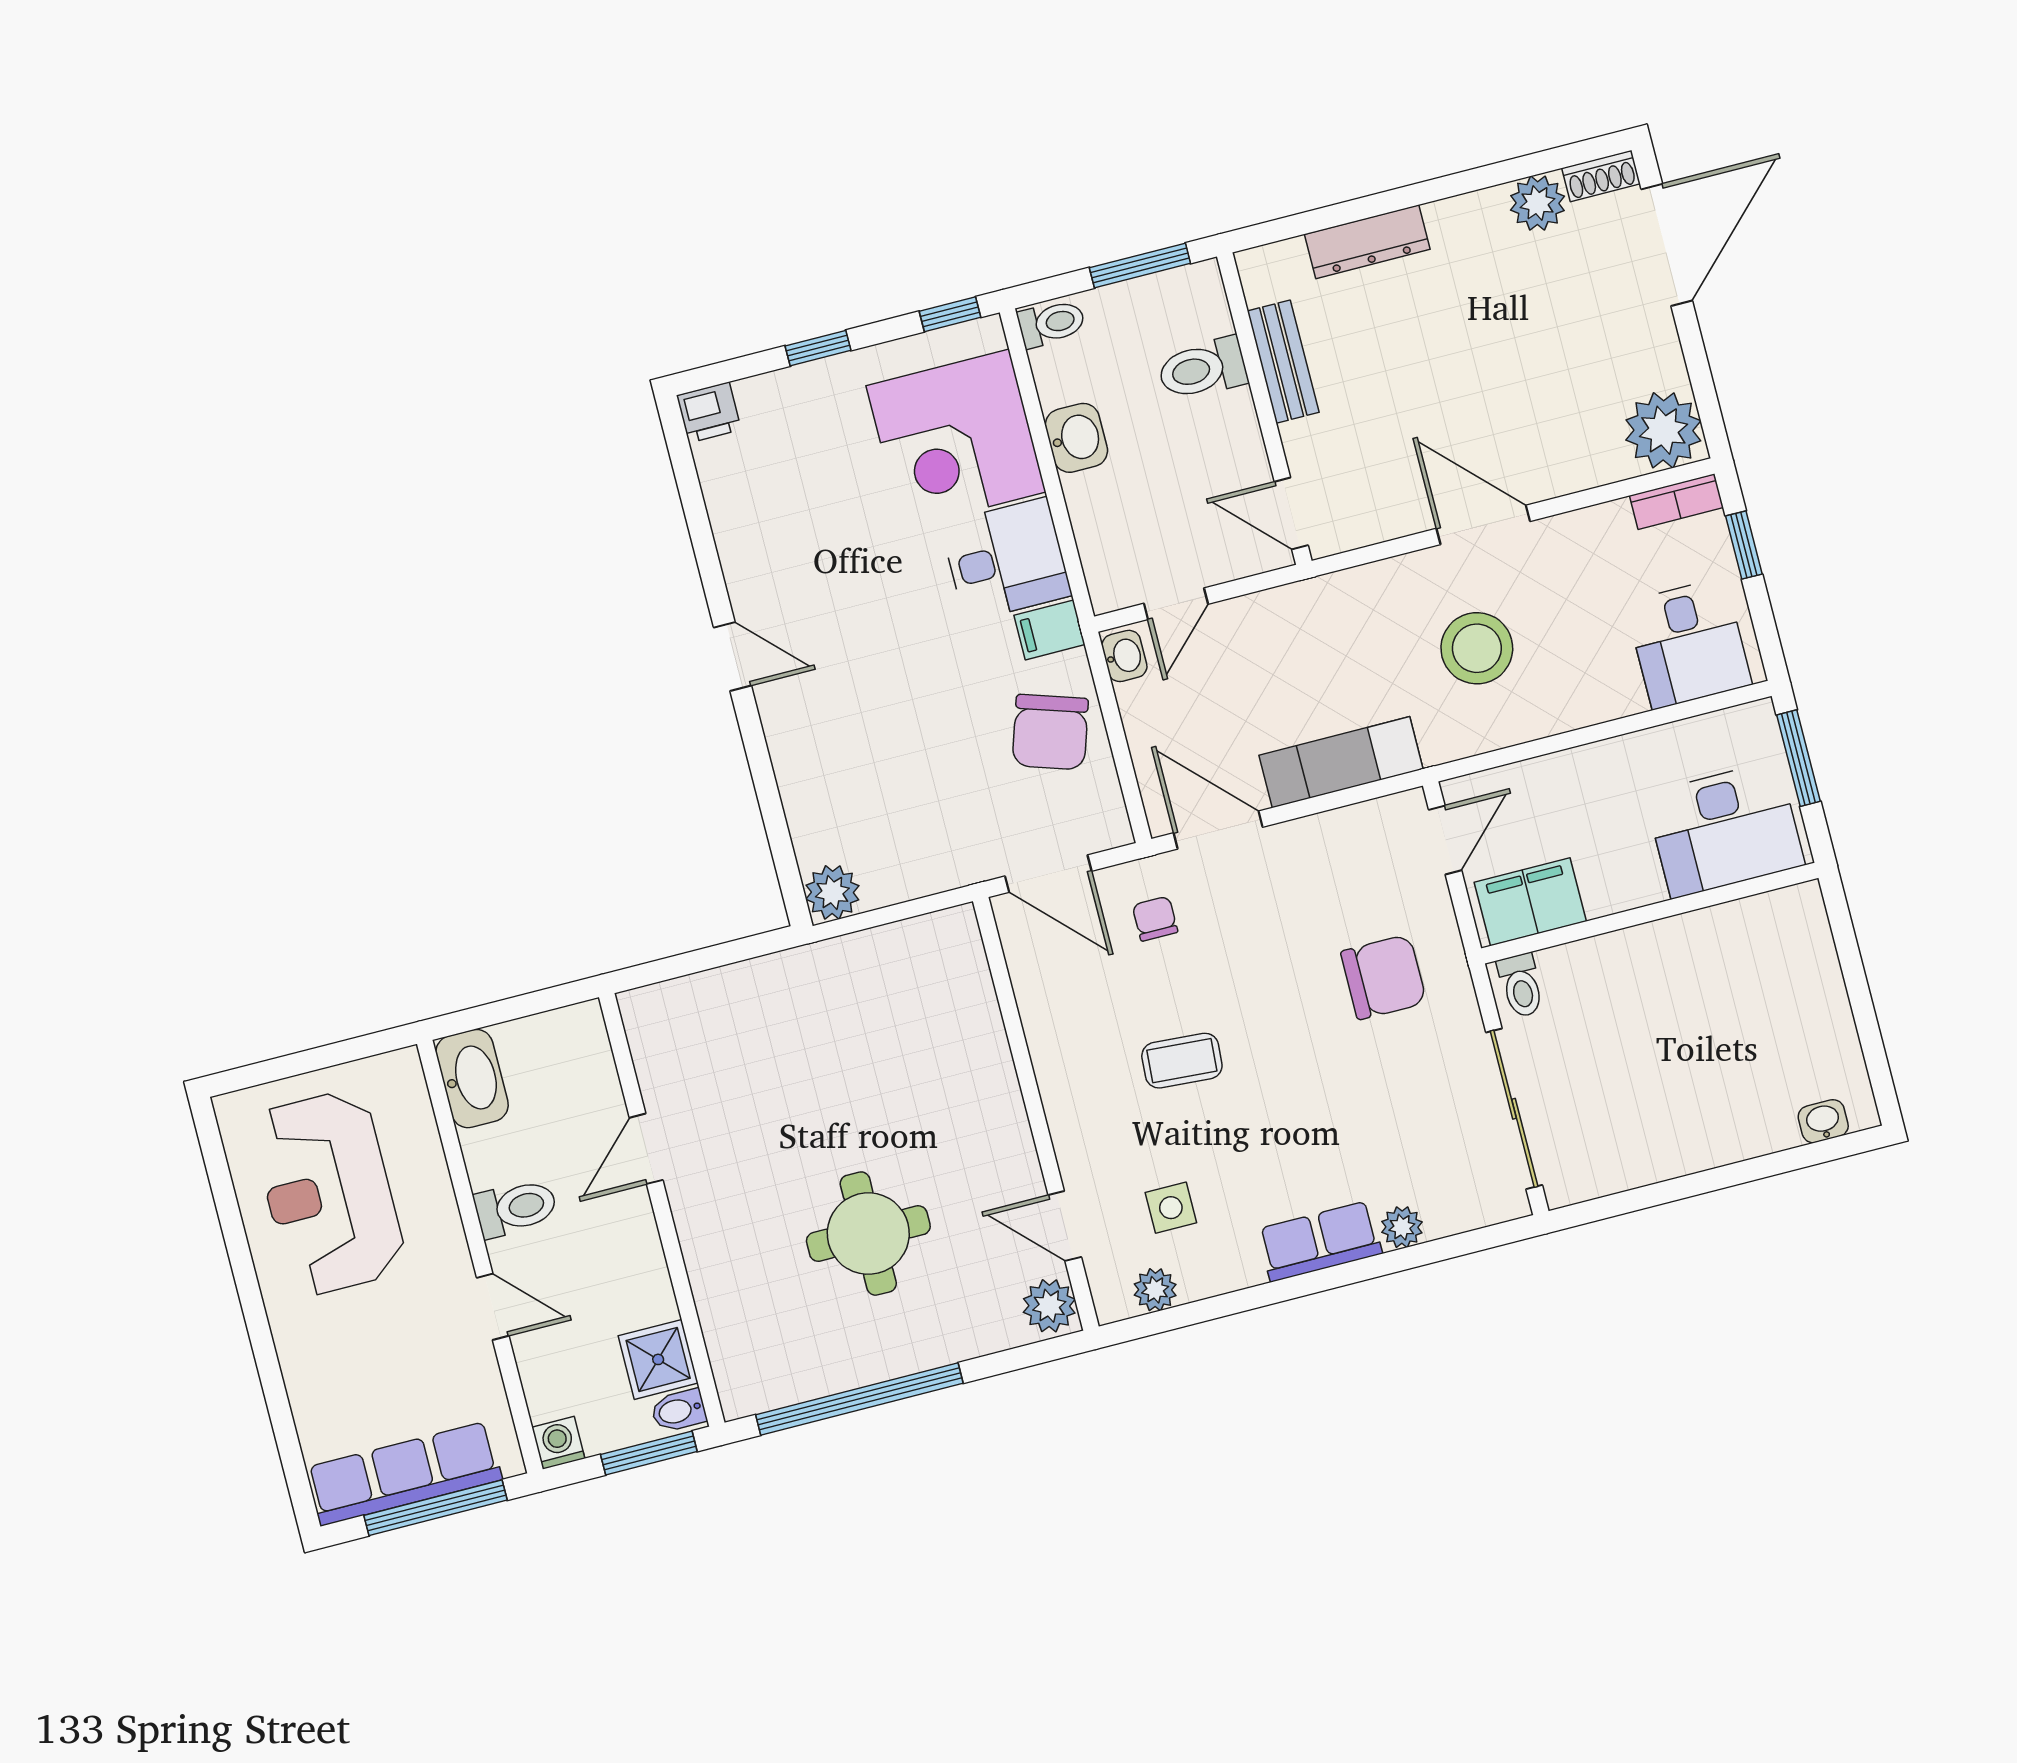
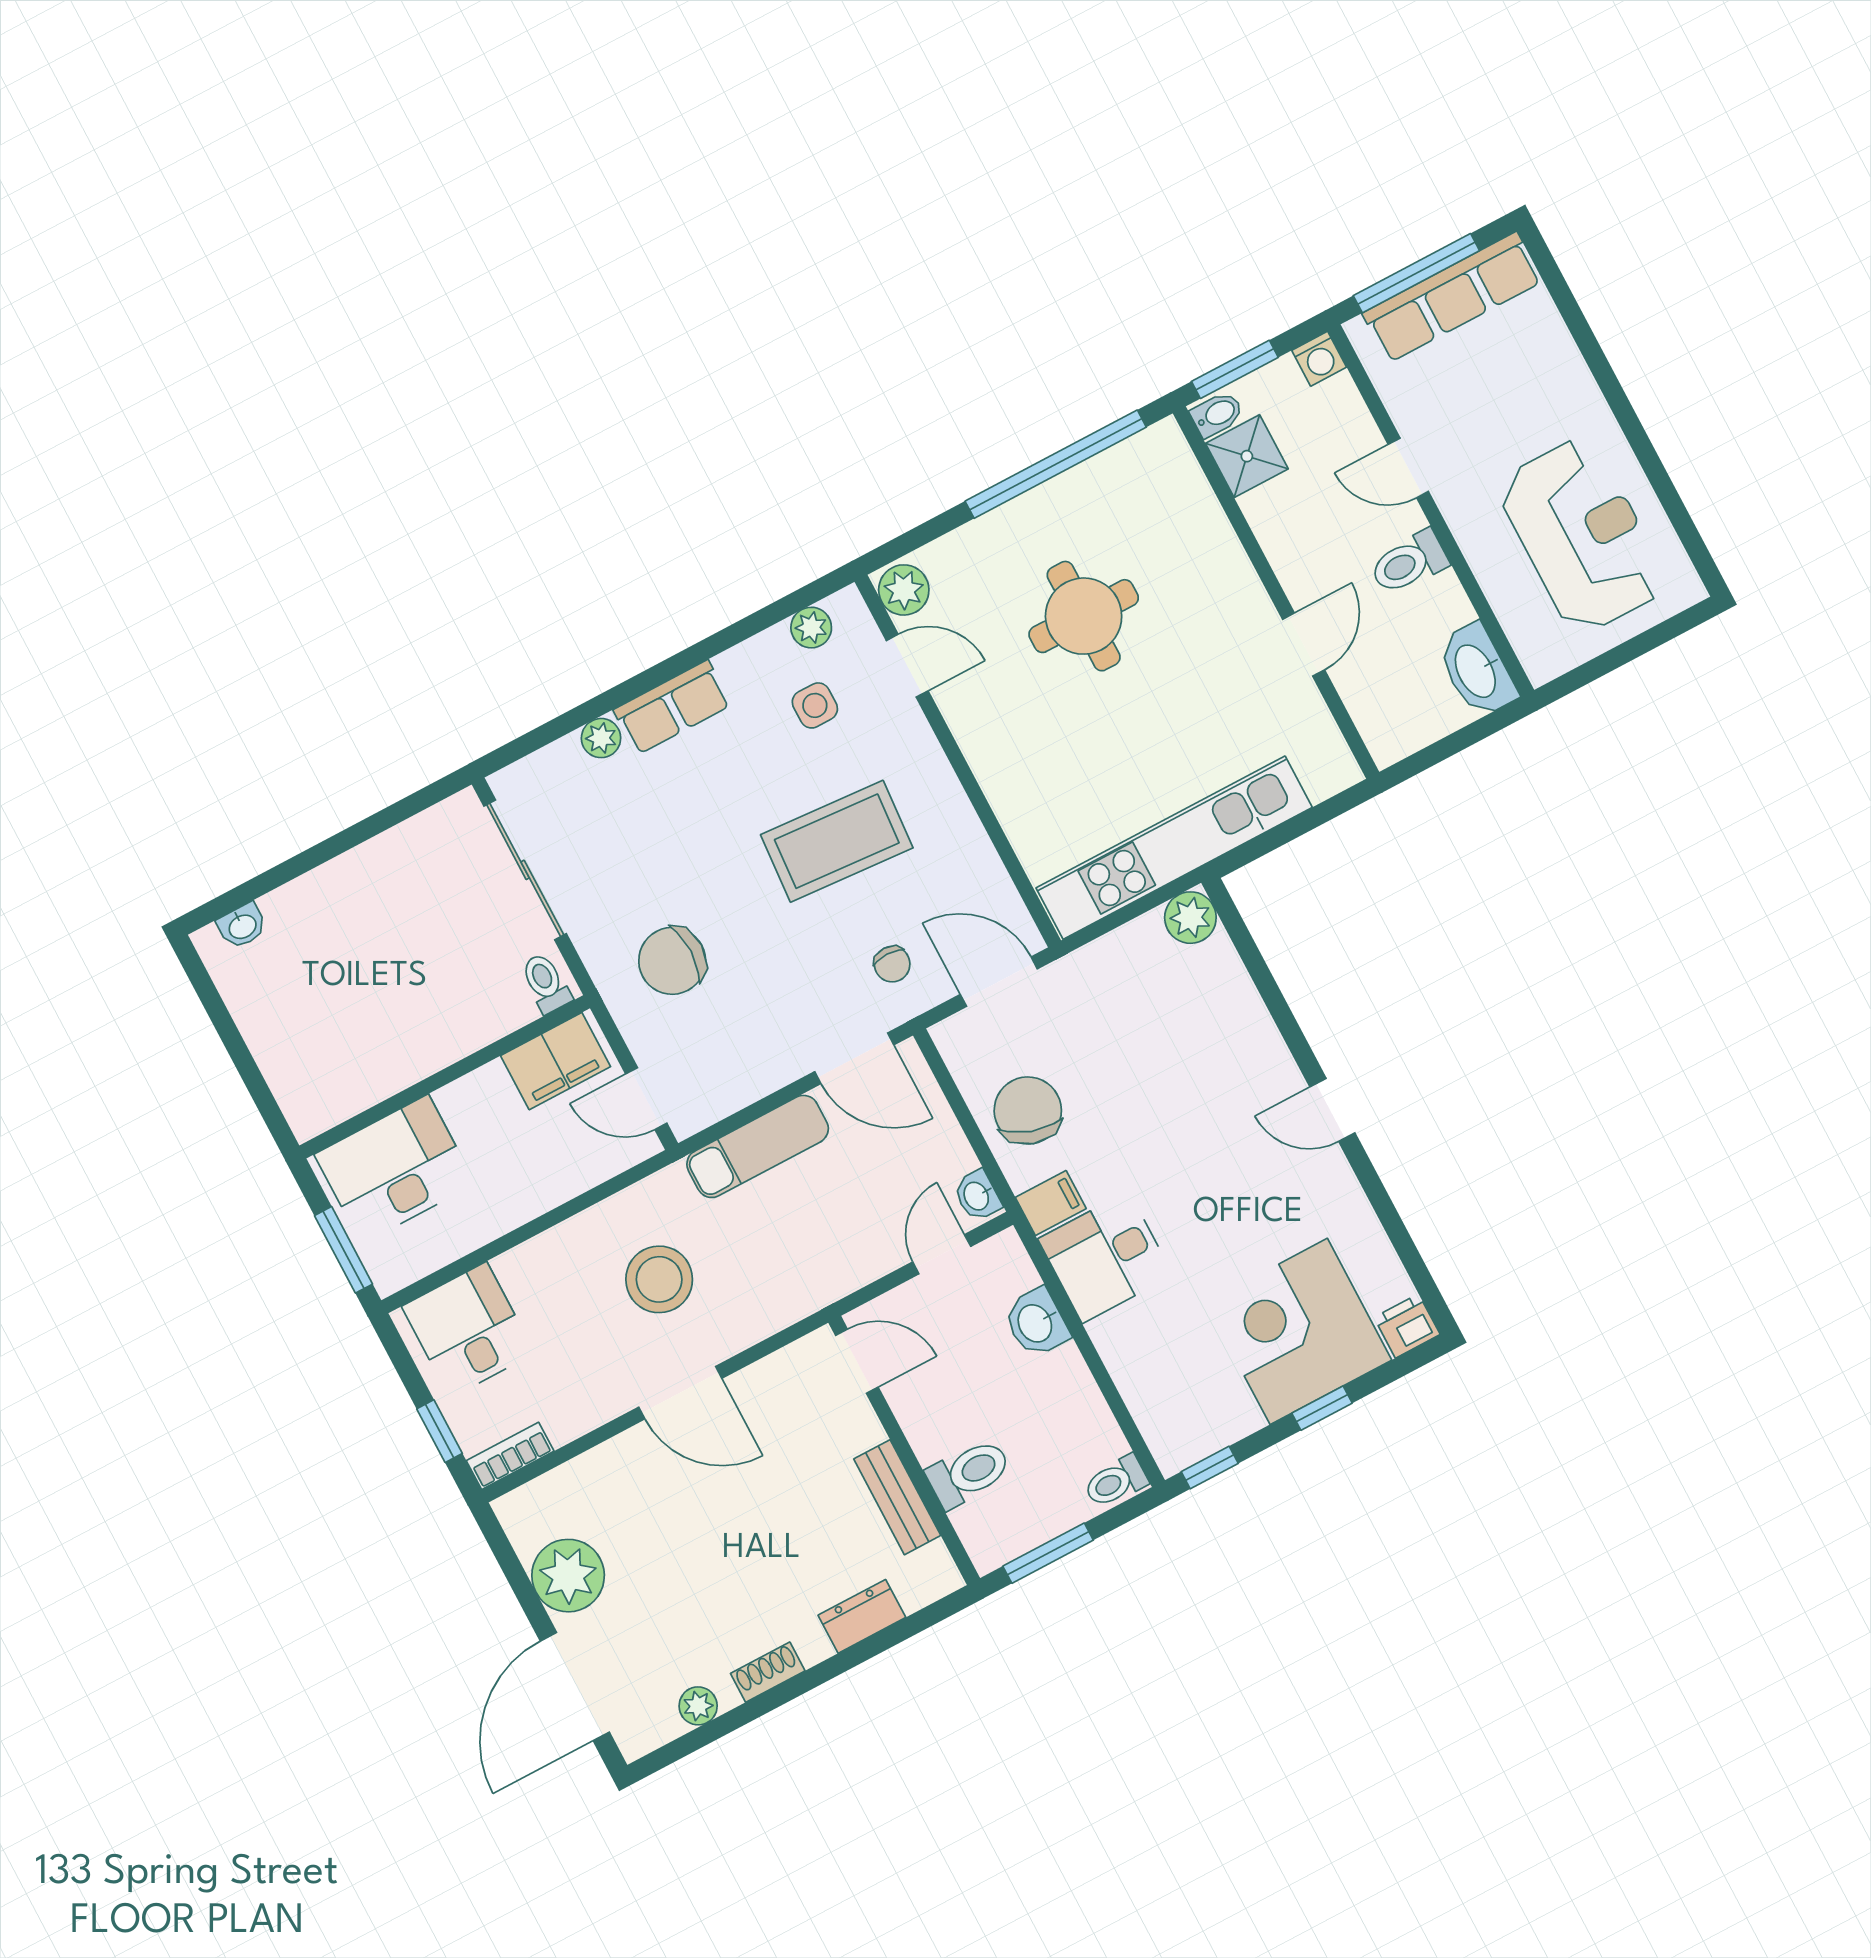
shoe rack: (1601, 176) -> (768, 1672), moved
plant: (1538, 203) -> (698, 1706), width x0.73, depth x0.73
dresser: (1367, 242) -> (862, 1616), width x0.70
plant: (1663, 430) -> (568, 1576), moved
washbasin: (1076, 438) -> (1036, 1323), moved
corner desk: (956, 439) -> (1299, 1331), moved, turned -90
door: (1445, 840) -> (646, 1099), hinge flipped
kitchen unit: (832, 969) -> (1174, 848), added
coffee table: (1182, 1061) -> (837, 841), width x1.86, depth x1.72

